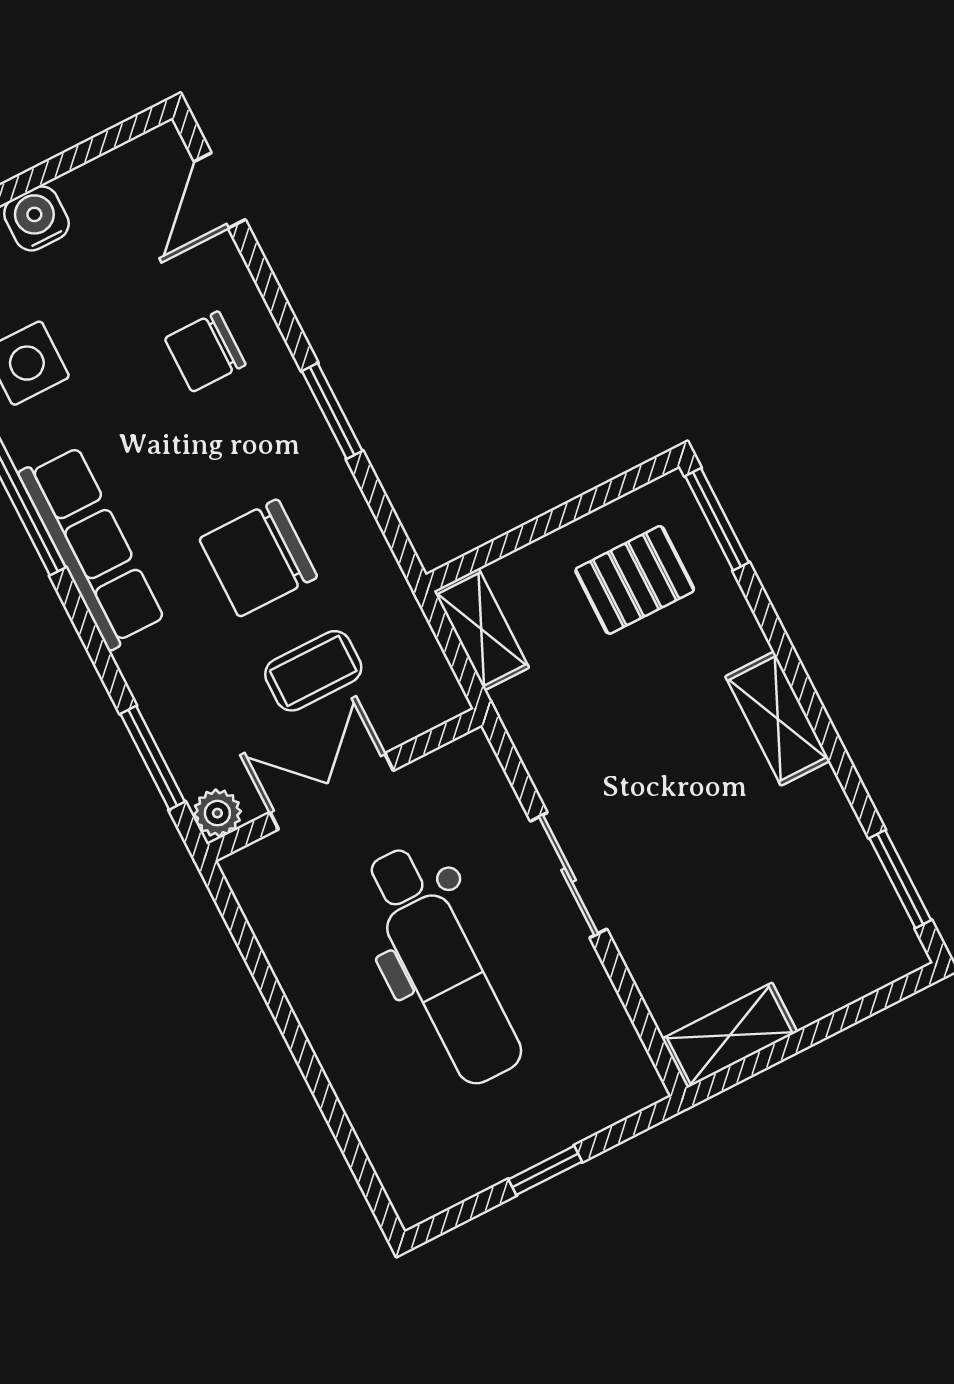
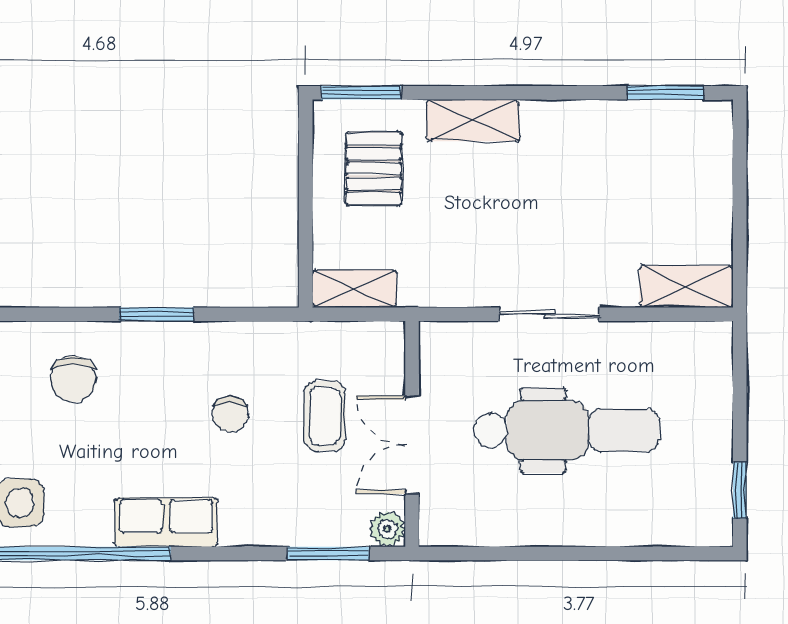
row of seats: (92, 547) -> (166, 522), width x0.68
chair: (258, 558) -> (230, 414), width x0.54, depth x0.54
shelving: (778, 719) -> (473, 120), moved
shelving: (730, 1035) -> (686, 287), moved, turned 90
window: (545, 1170) -> (740, 490), moved

